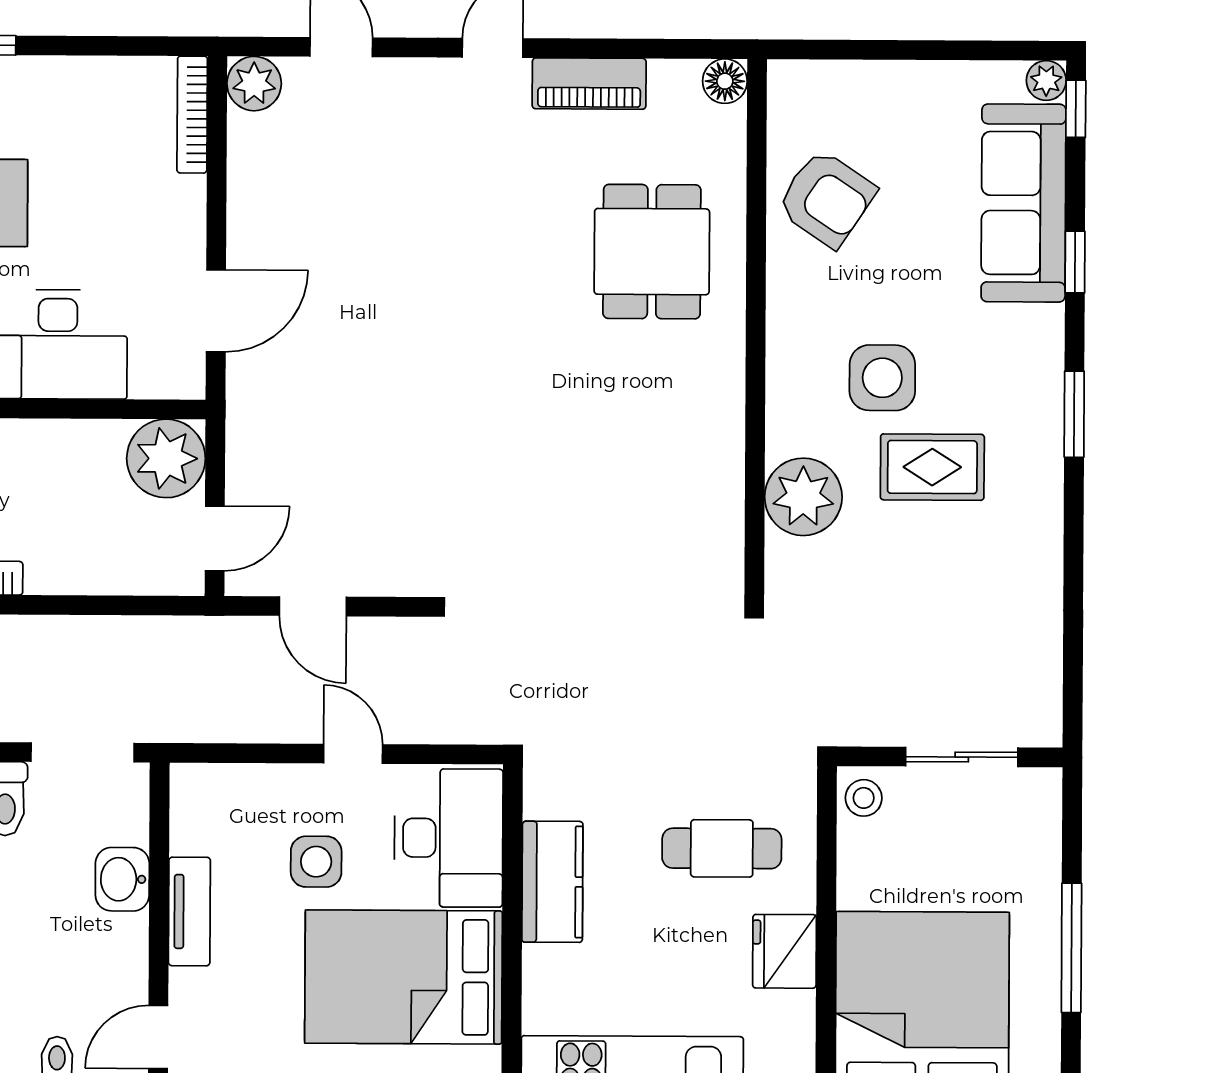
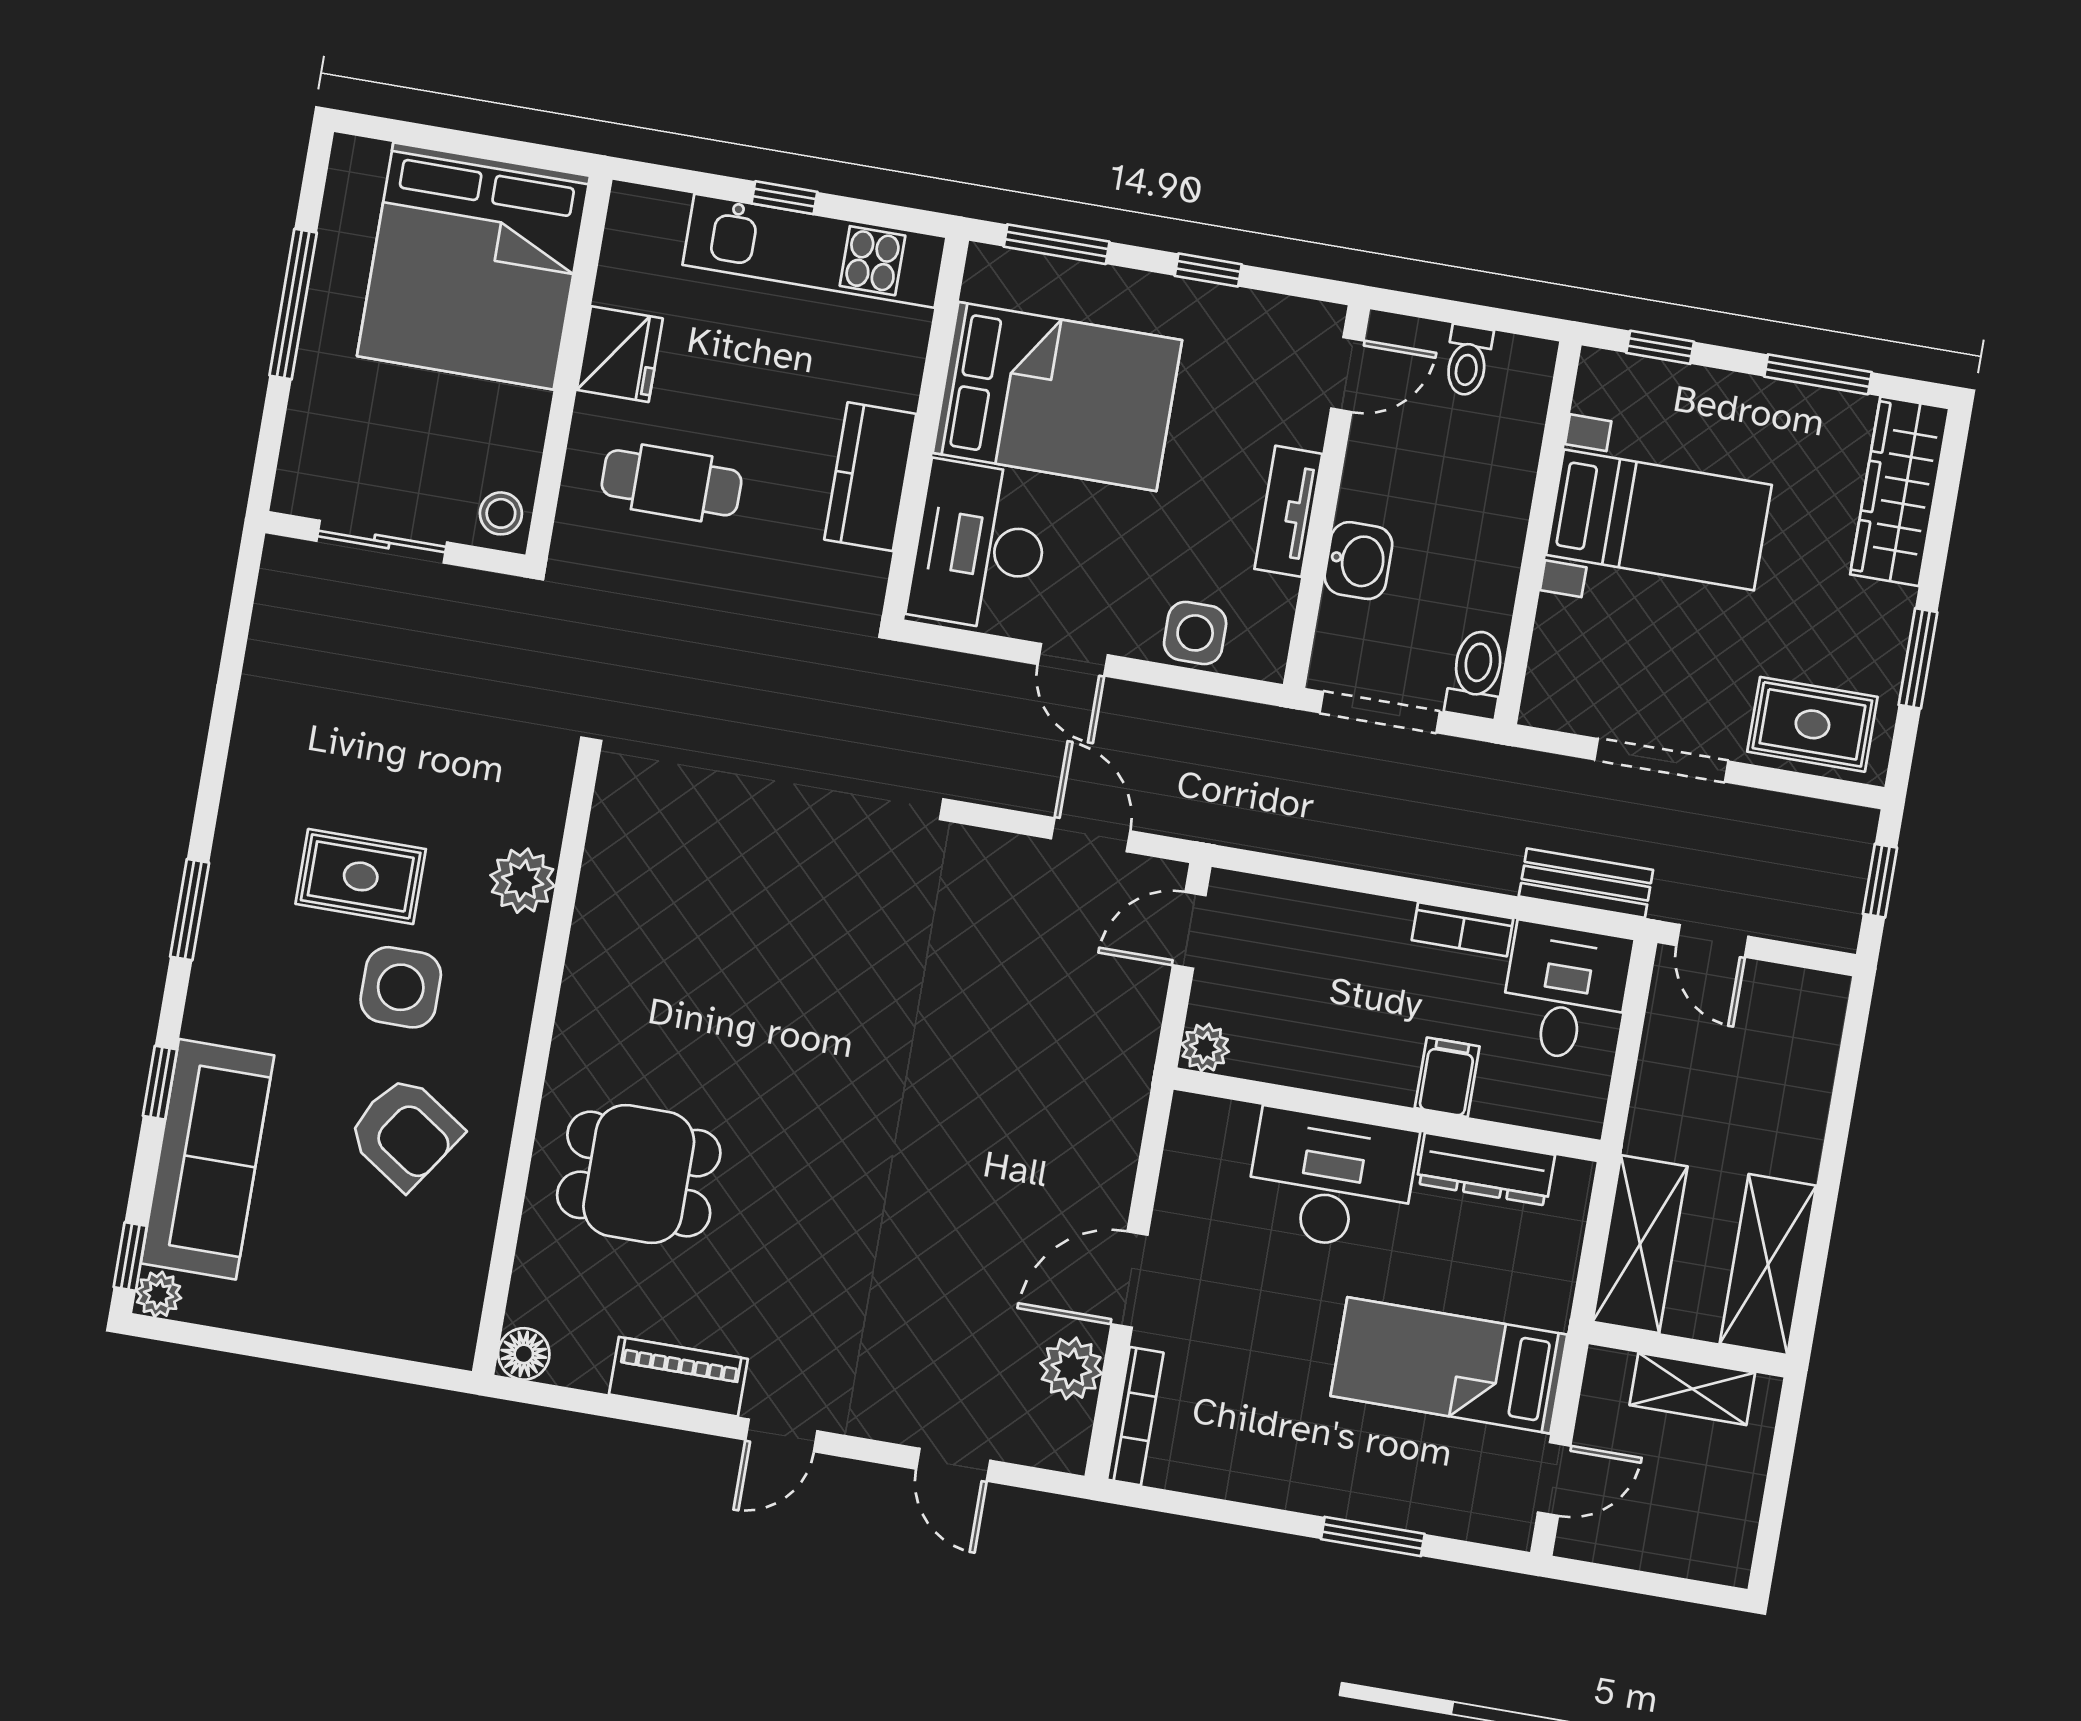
plant: (254, 84) -> (1071, 1368), moved
armchair: (826, 199) -> (405, 1133), moved, turned 180
dining table: (652, 252) -> (639, 1174), turned 90
door: (216, 311) -> (1130, 1279), moved
plant: (166, 458) -> (1205, 1048), width x0.53, depth x0.53
plant: (803, 497) -> (523, 881), width x0.73, depth x0.73
side table: (316, 862) -> (1195, 633), moved

